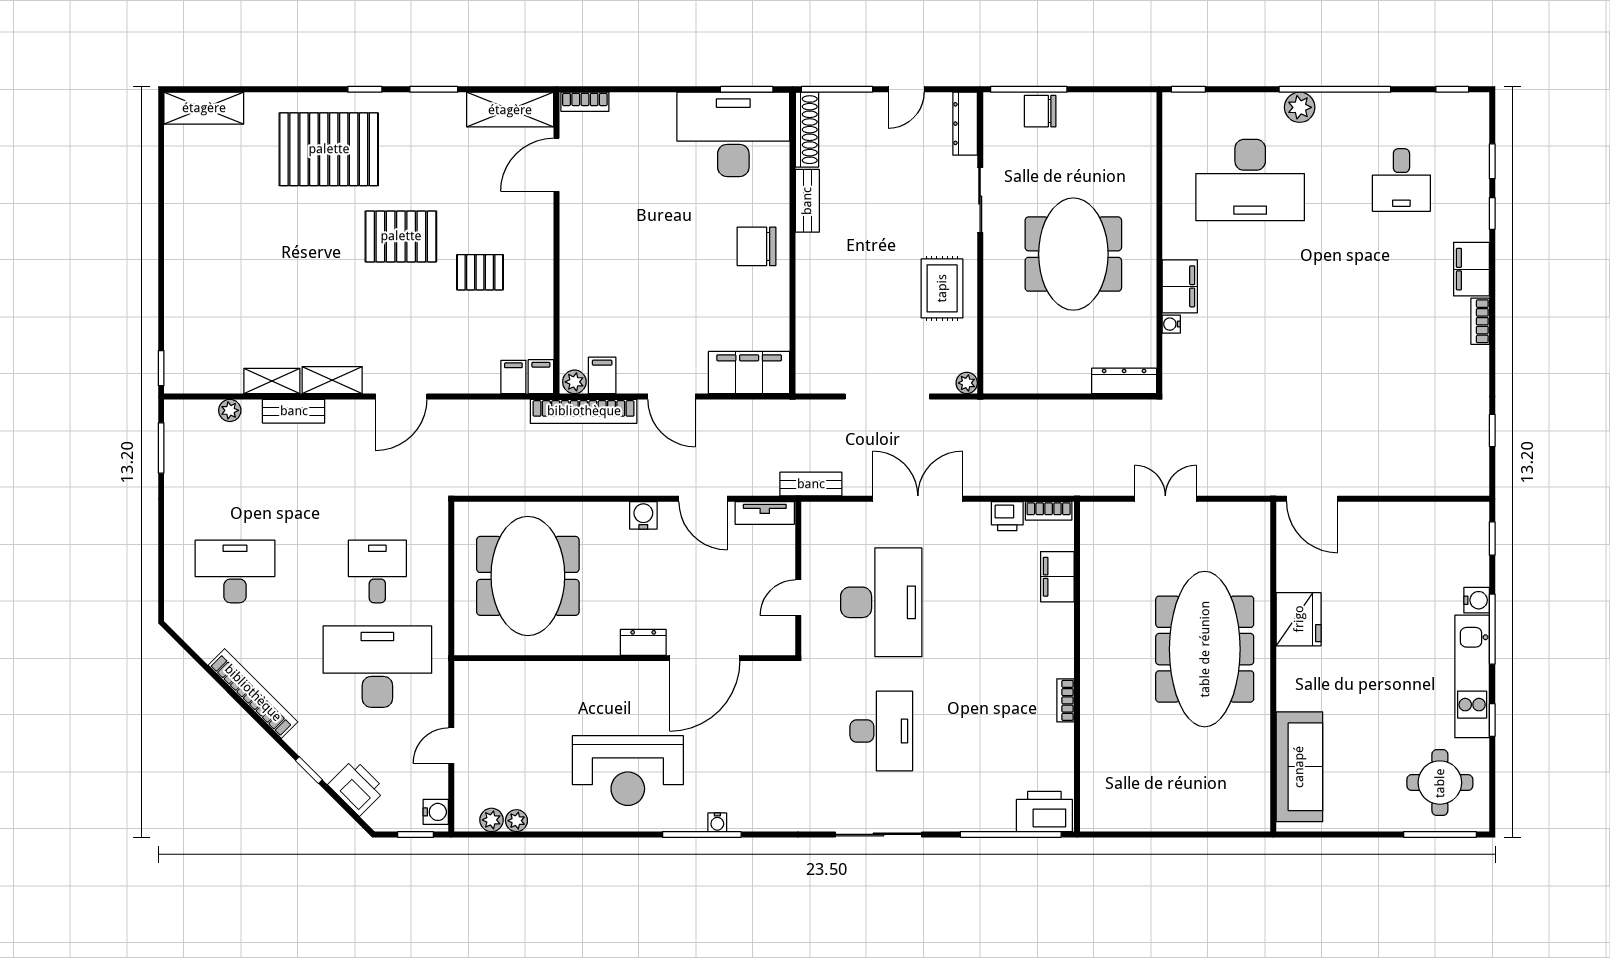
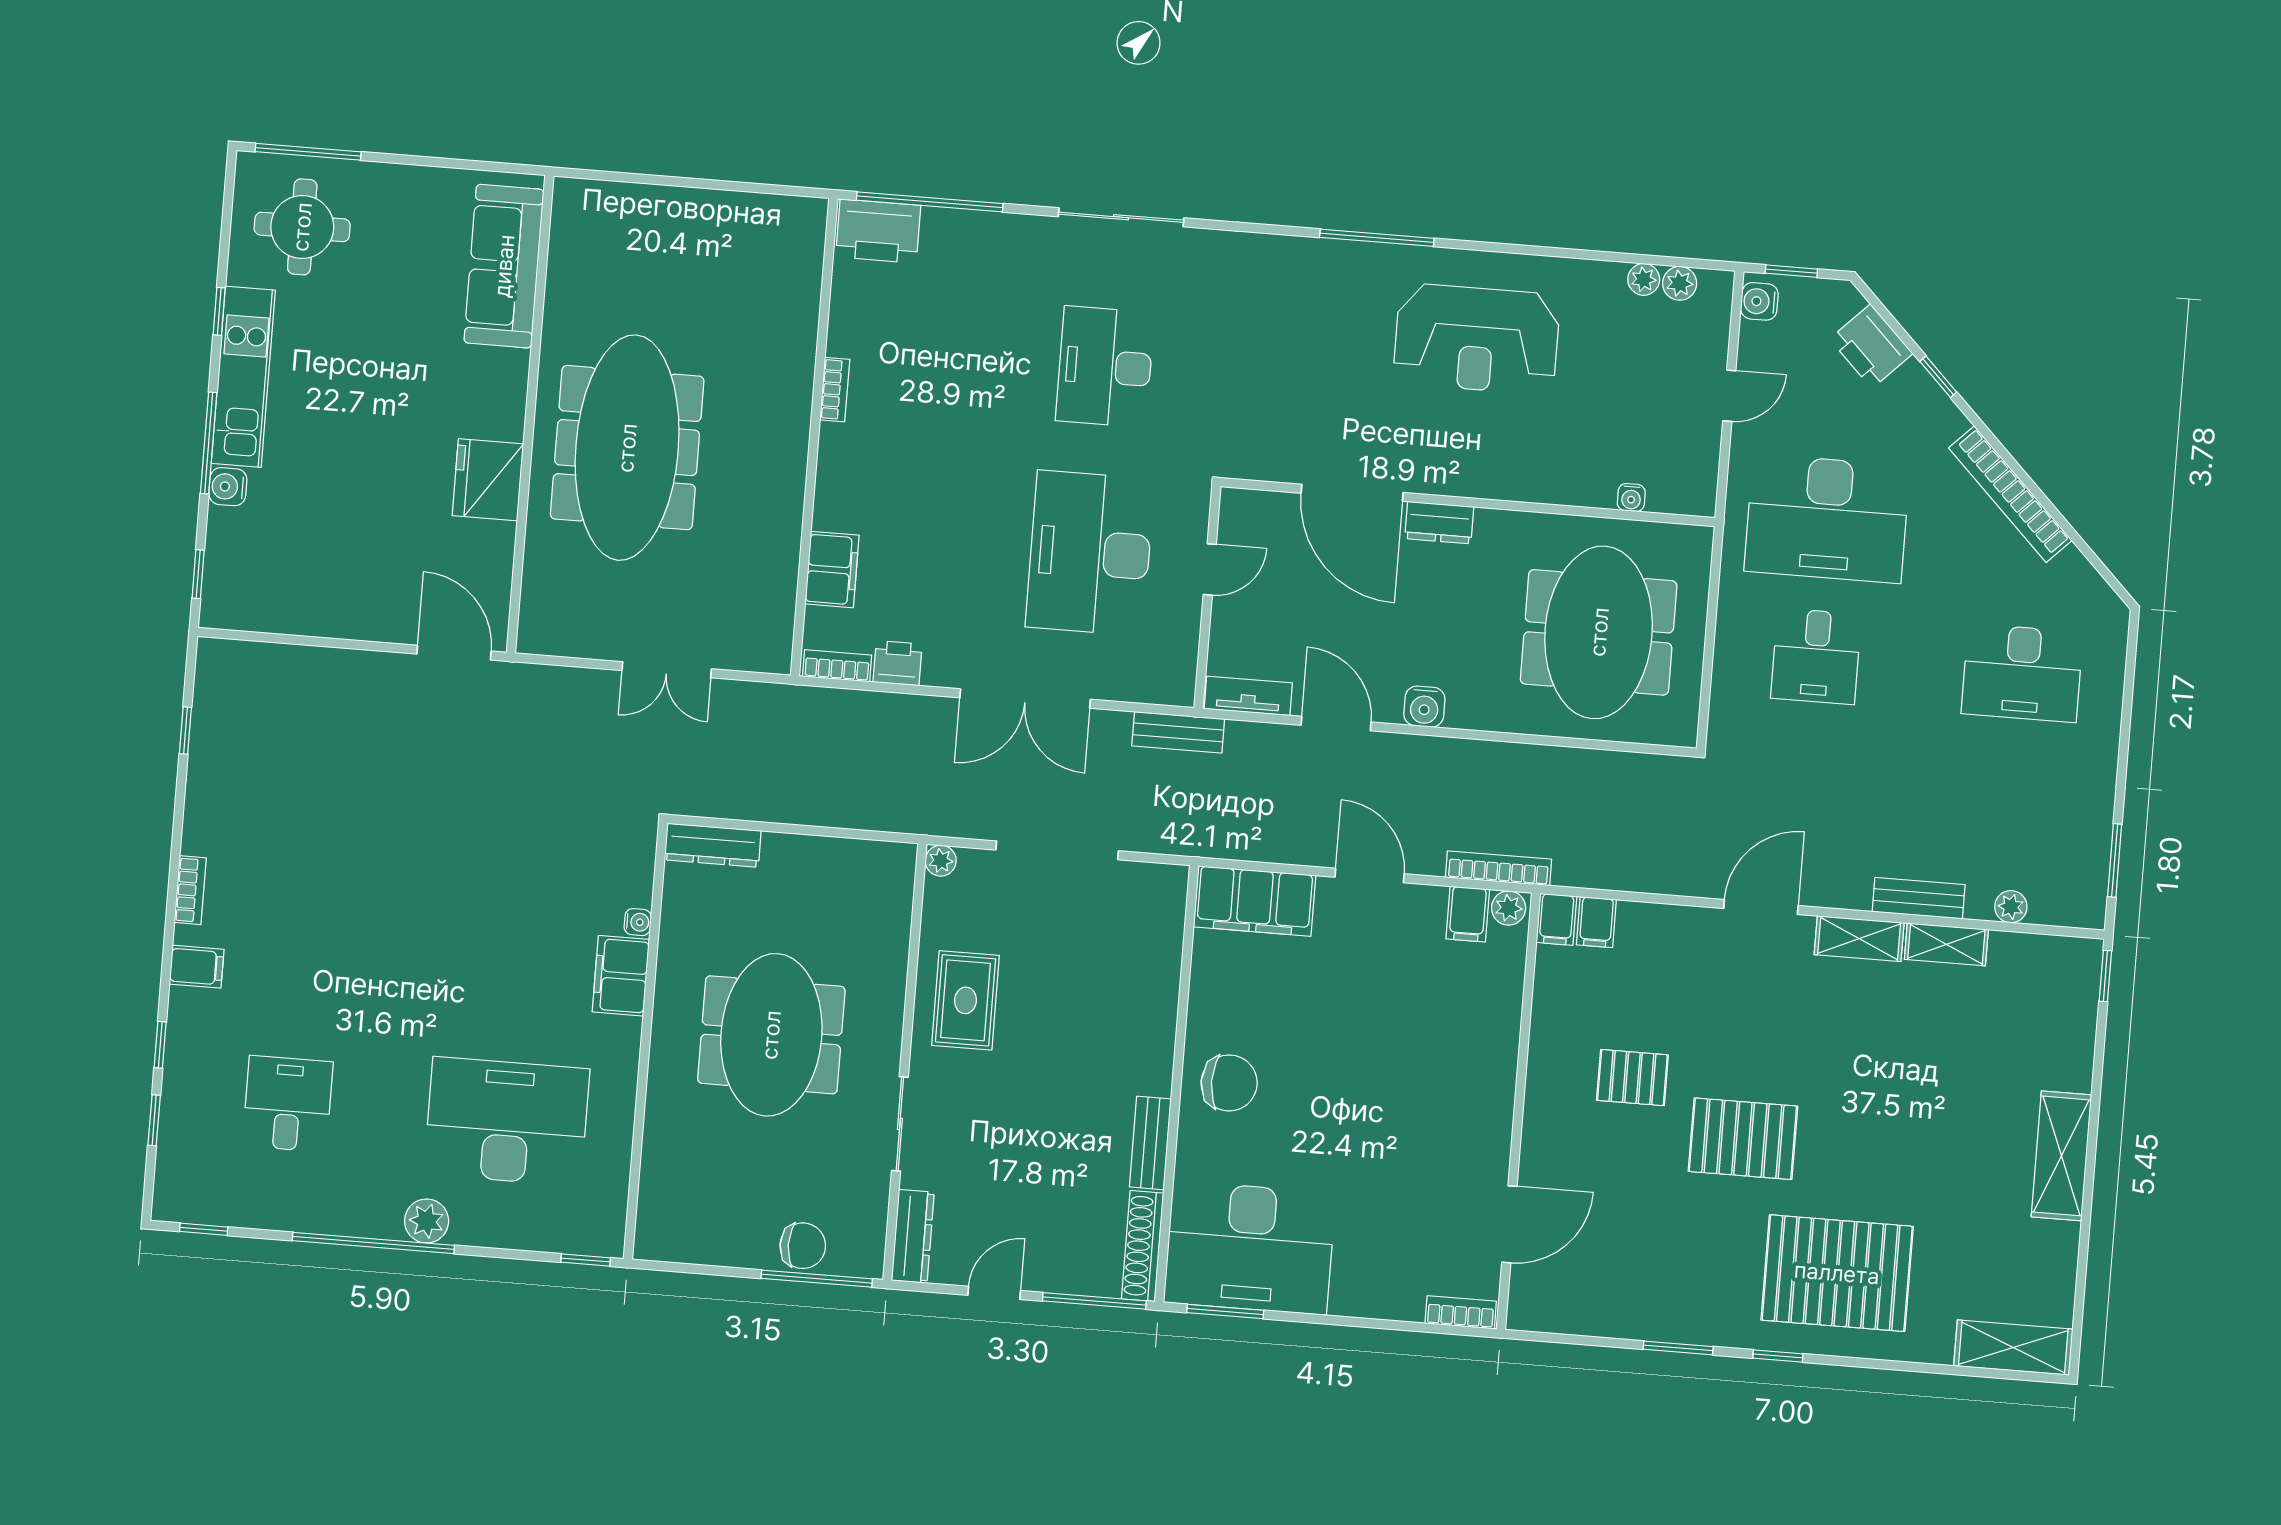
shelving: (510, 110) -> (2061, 1156), moved, turned 90
filing cabinet: (1471, 269) -> (197, 967), width x0.50
bookcase: (584, 411) -> (1498, 868), width x0.68, depth x0.76
door: (705, 658) -> (1352, 493), swing flipped
reception desk: (628, 771) -> (1477, 339), turned 180
water cooler: (717, 822) -> (1631, 498), moved, turned 180

